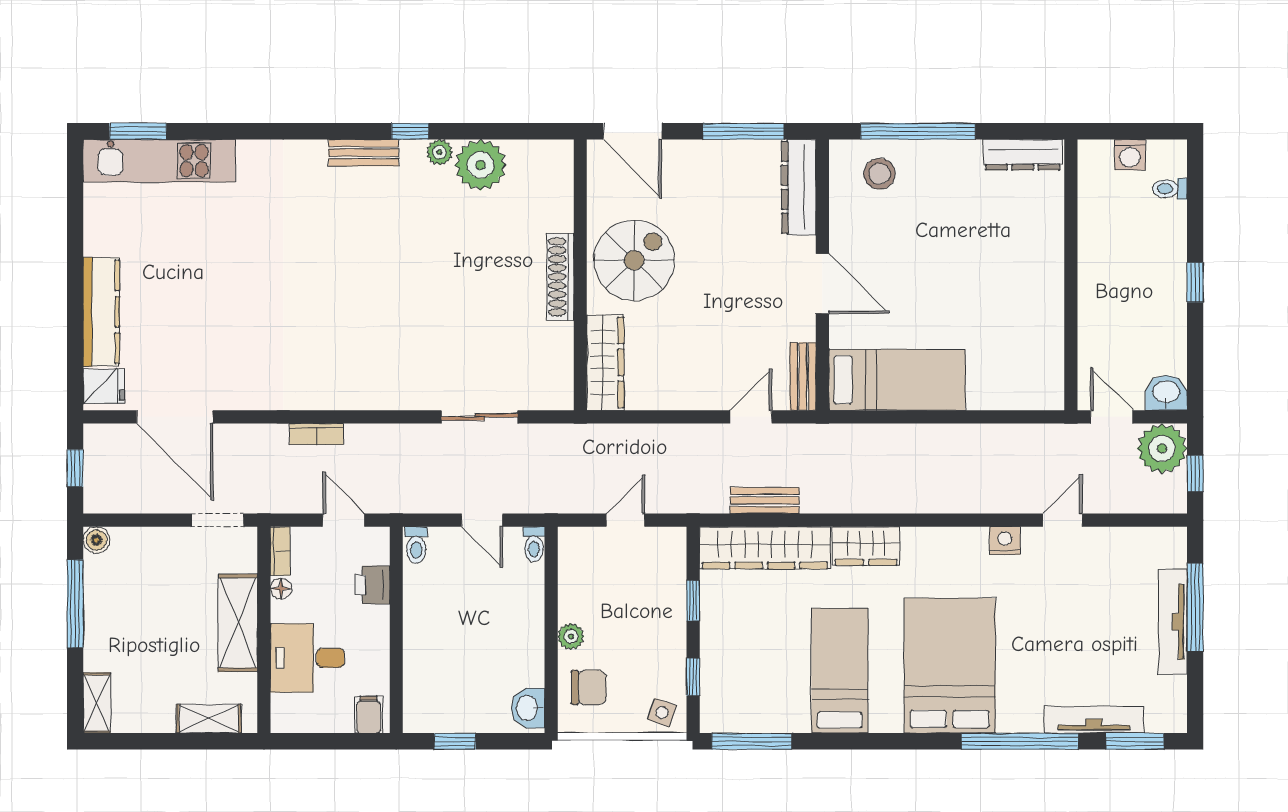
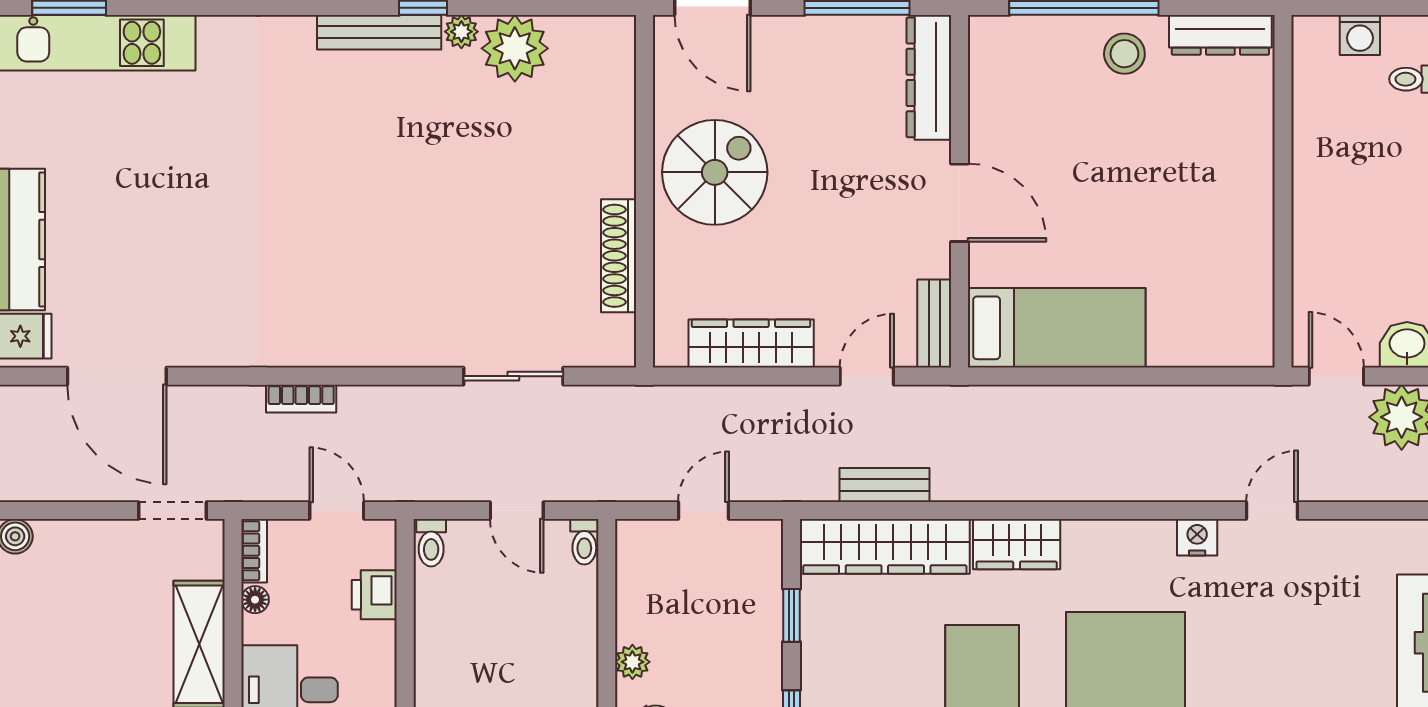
bench: (364, 153) -> (379, 32), width x1.36
stool: (880, 174) -> (1124, 54), moved
shoe rack: (560, 277) -> (619, 256), moved
wardrobe: (605, 362) -> (751, 344), moved, turned -90

